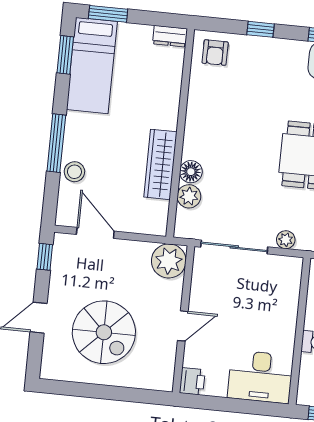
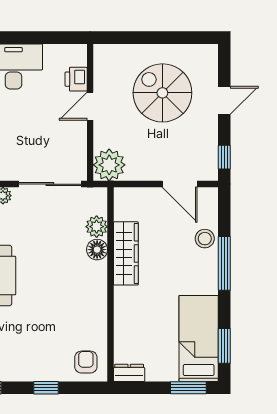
printer: (192, 381) -> (76, 79), moved

